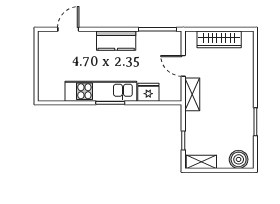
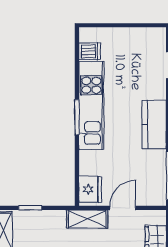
dishwasher: (57, 92) -> (90, 51), added
fridge: (148, 92) -> (90, 189), moved

